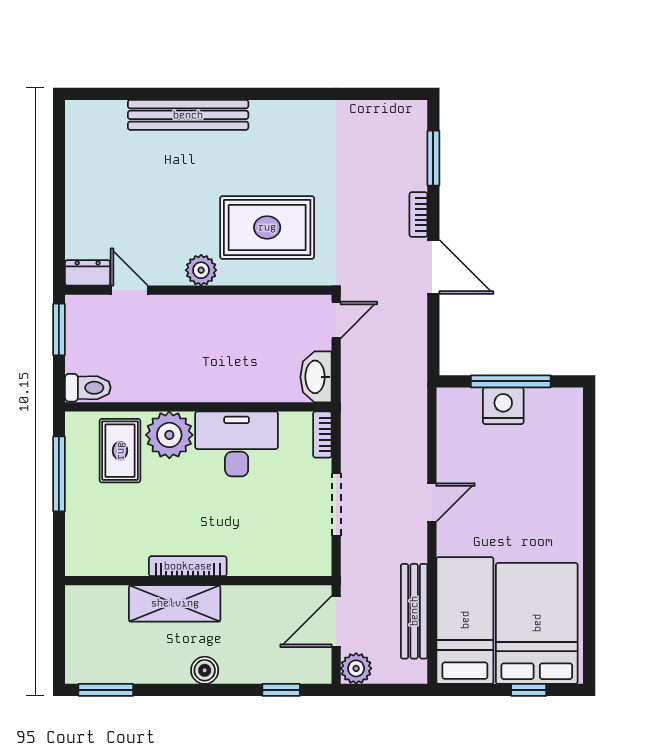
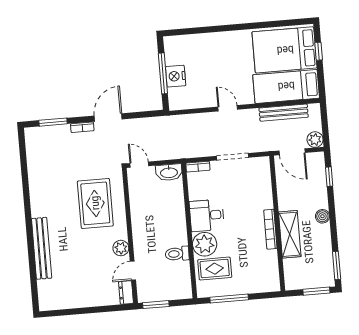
plant: (201, 270) -> (121, 248), moved
toilet: (88, 388) -> (177, 254), moved, turned -90
desk: (237, 444) -> (207, 215), width x0.73
window: (59, 646) -> (316, 291), added

